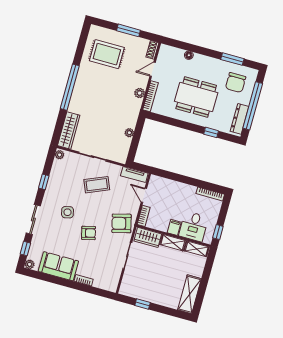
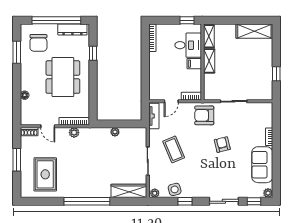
chair: (236, 83) -> (38, 43), turned 90
side table: (67, 212) -> (175, 189), moved
armchair: (122, 223) -> (204, 115), turned 104
wardrobe: (148, 237) -> (211, 86), removed

